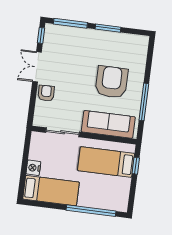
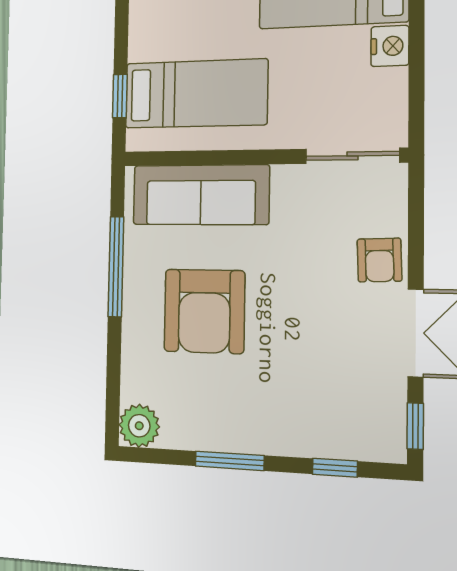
window: (70, 23) -> (335, 468), width x0.46
plant: (141, 43) -> (139, 426), added
sliding door: (62, 132) -> (352, 156), moved

